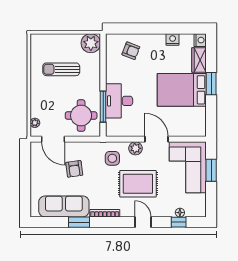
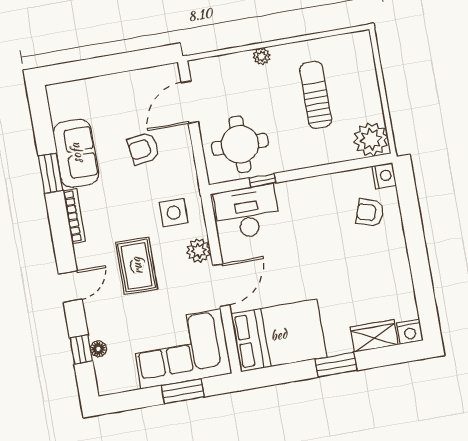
nightstand: (173, 39) -> (384, 176), moved
armchair: (131, 51) -> (370, 213), turned 88
bed: (182, 90) -> (279, 335), moved, turned 90
desk: (119, 101) -> (247, 212), moved
window: (103, 107) -> (262, 180), width x0.46
plant: (35, 123) -> (262, 56), moved
rug: (138, 184) -> (137, 266), width x0.73, depth x0.70
sofa: (64, 206) -> (76, 153), width x0.73

